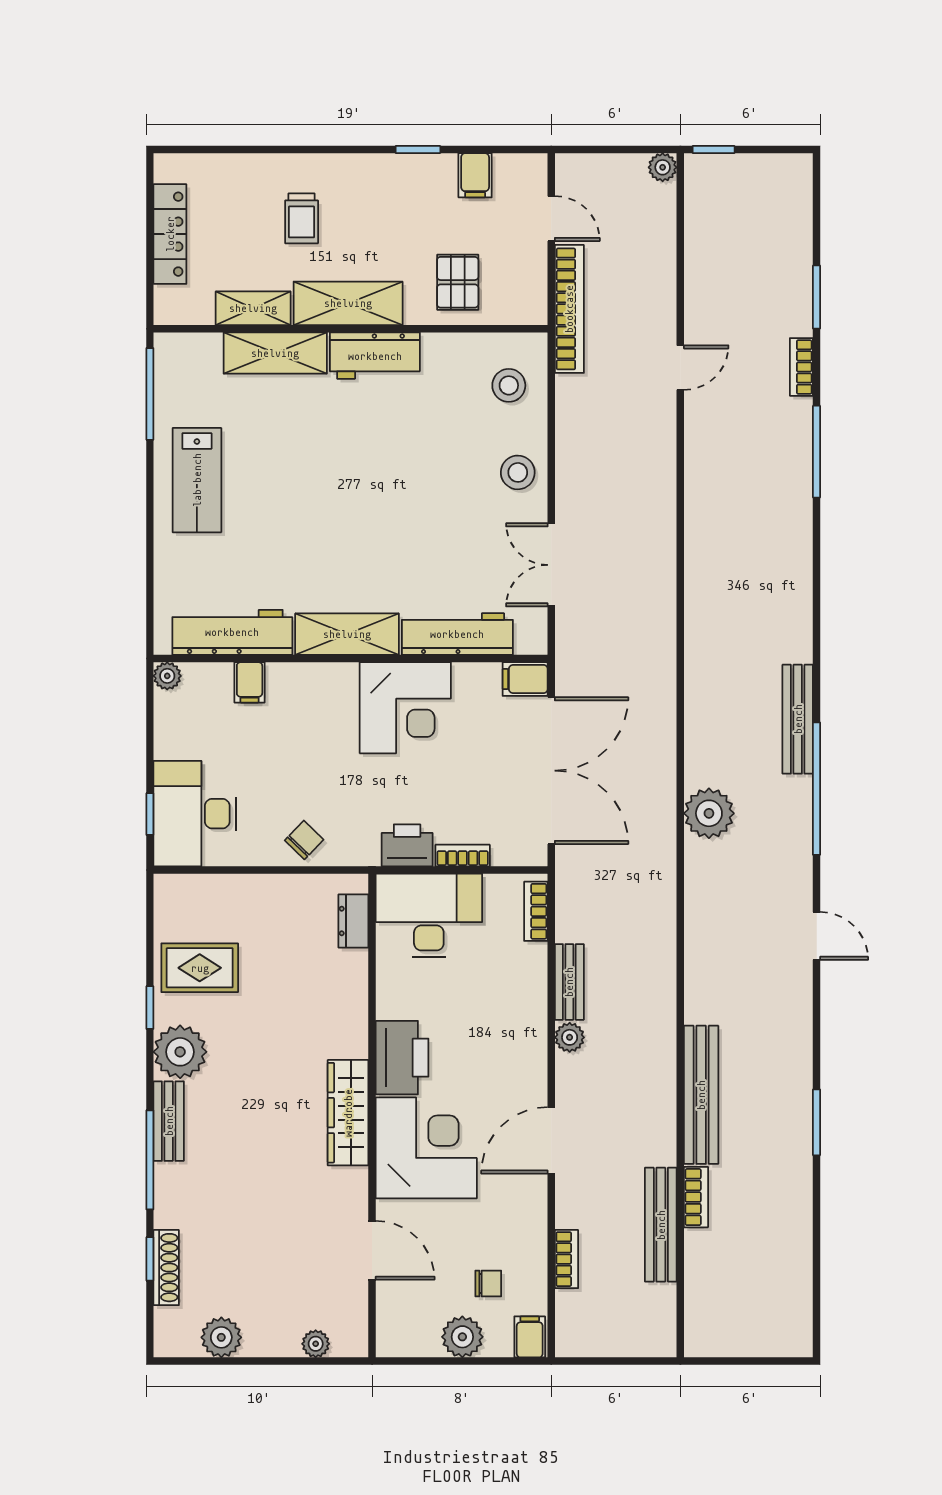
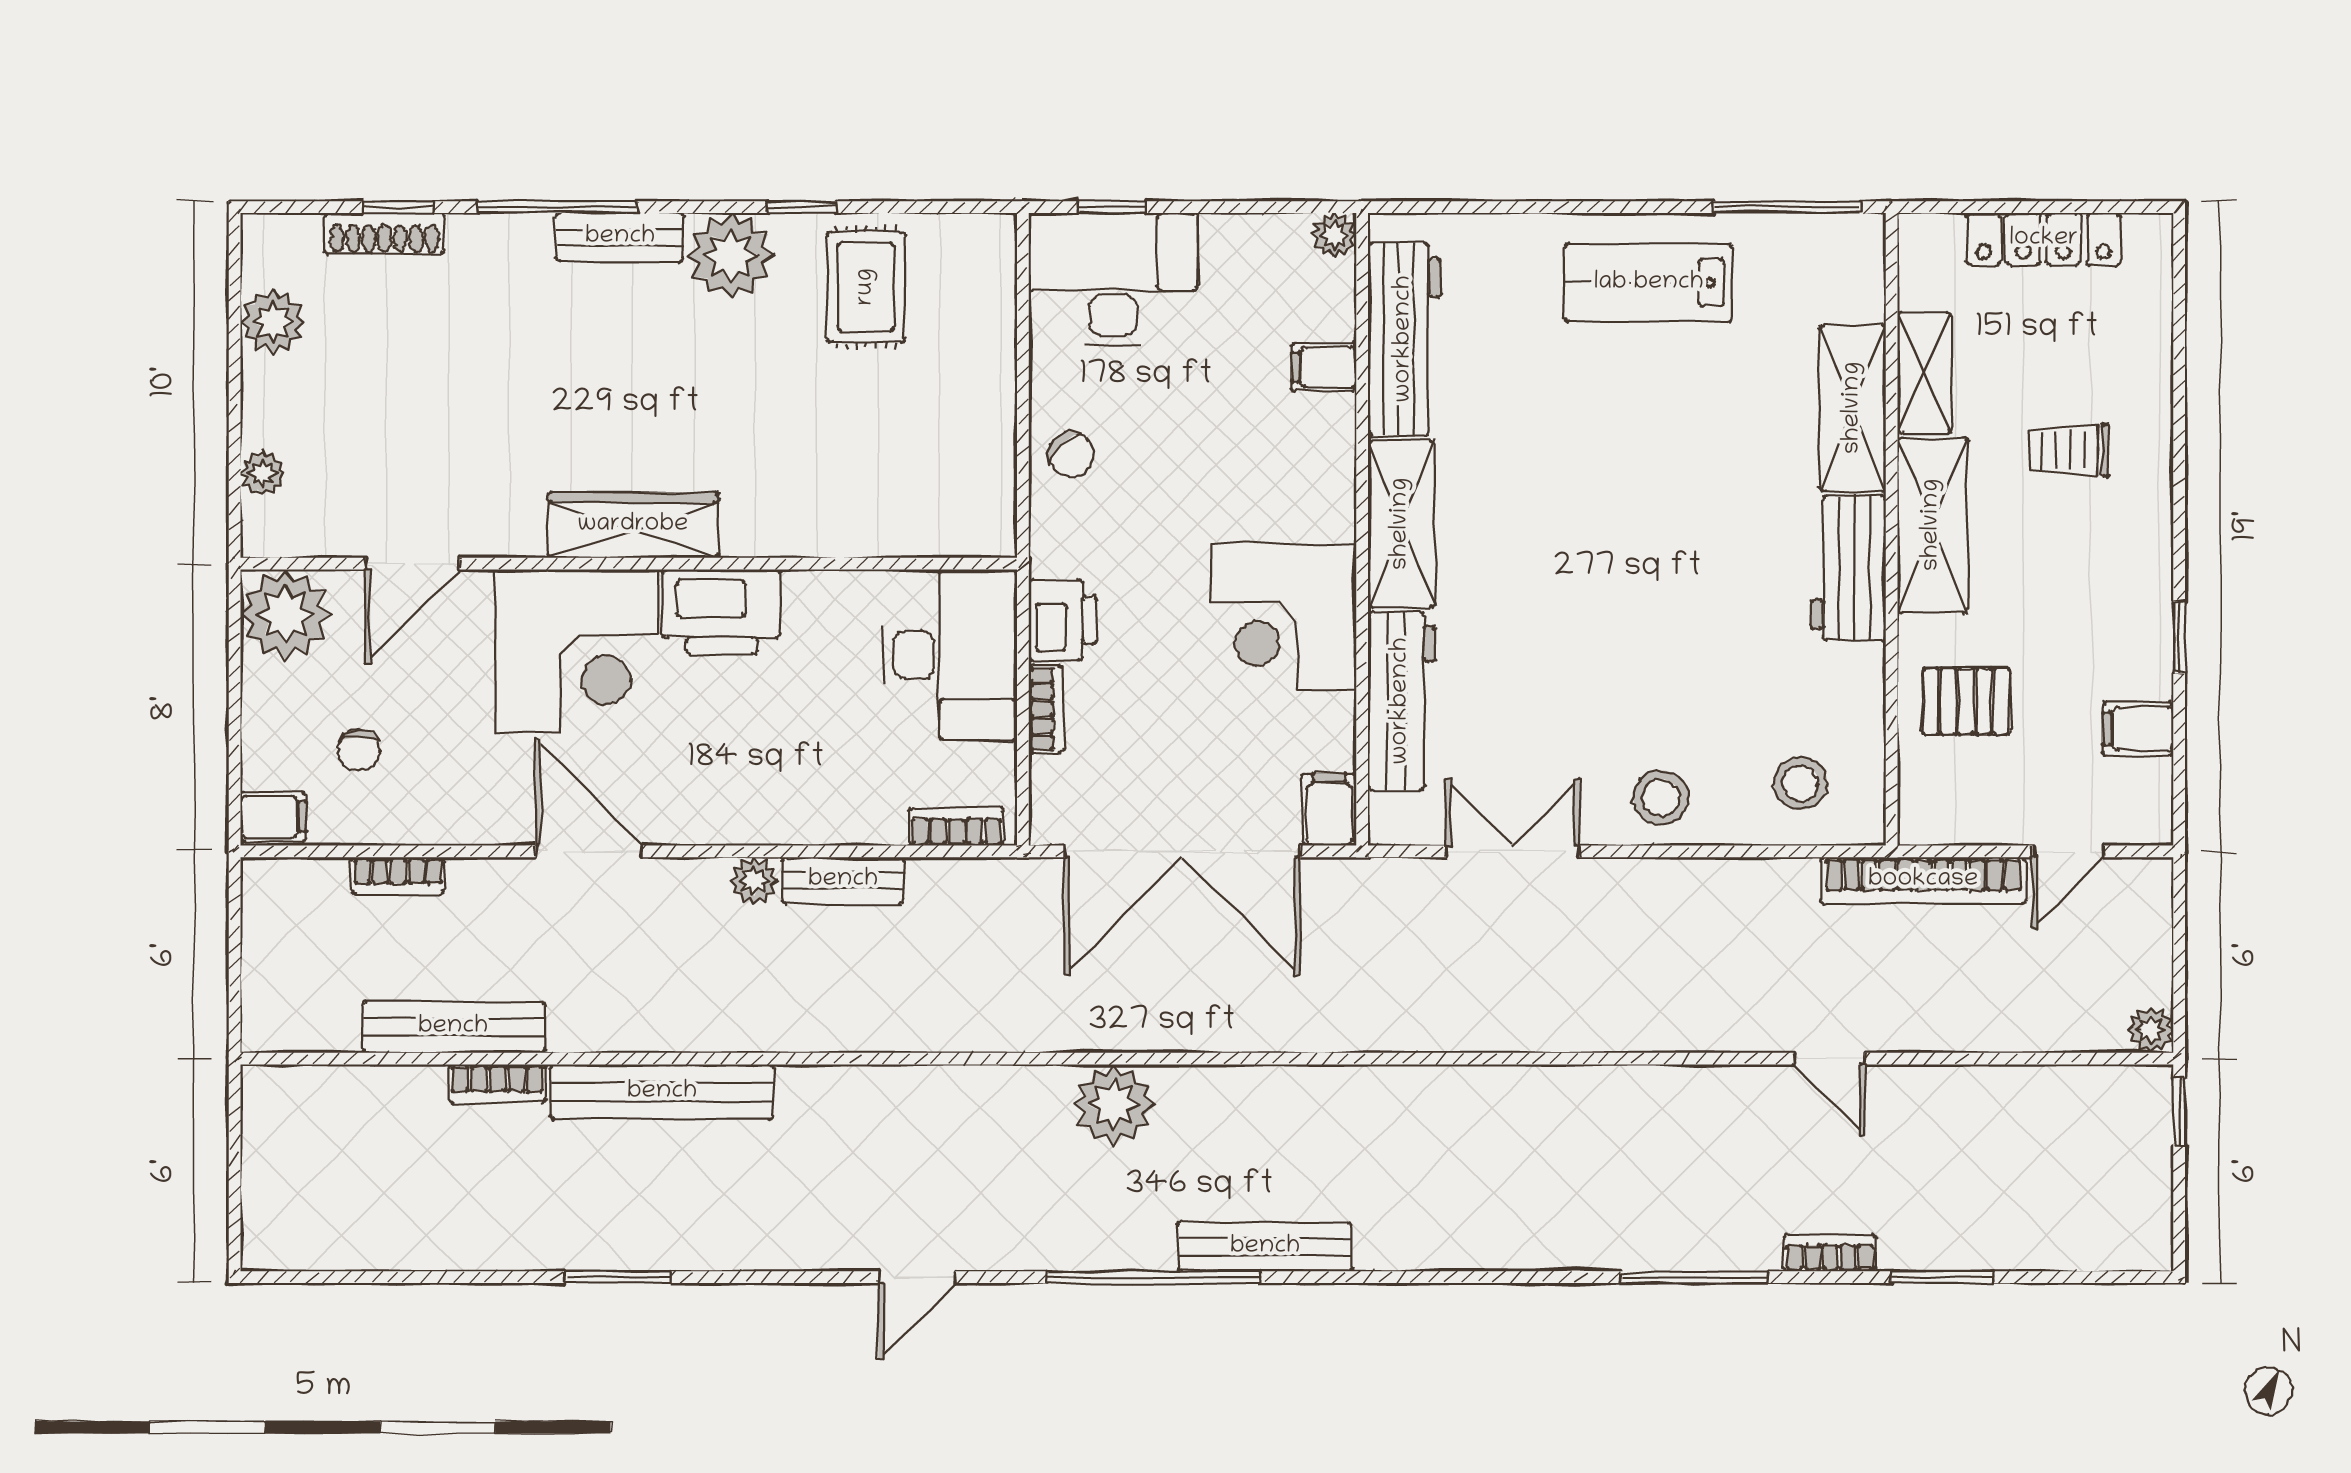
dresser: (353, 921) -> (941, 534), removed
plant: (462, 1337) -> (285, 615), moved, width x1.36, depth x1.36

